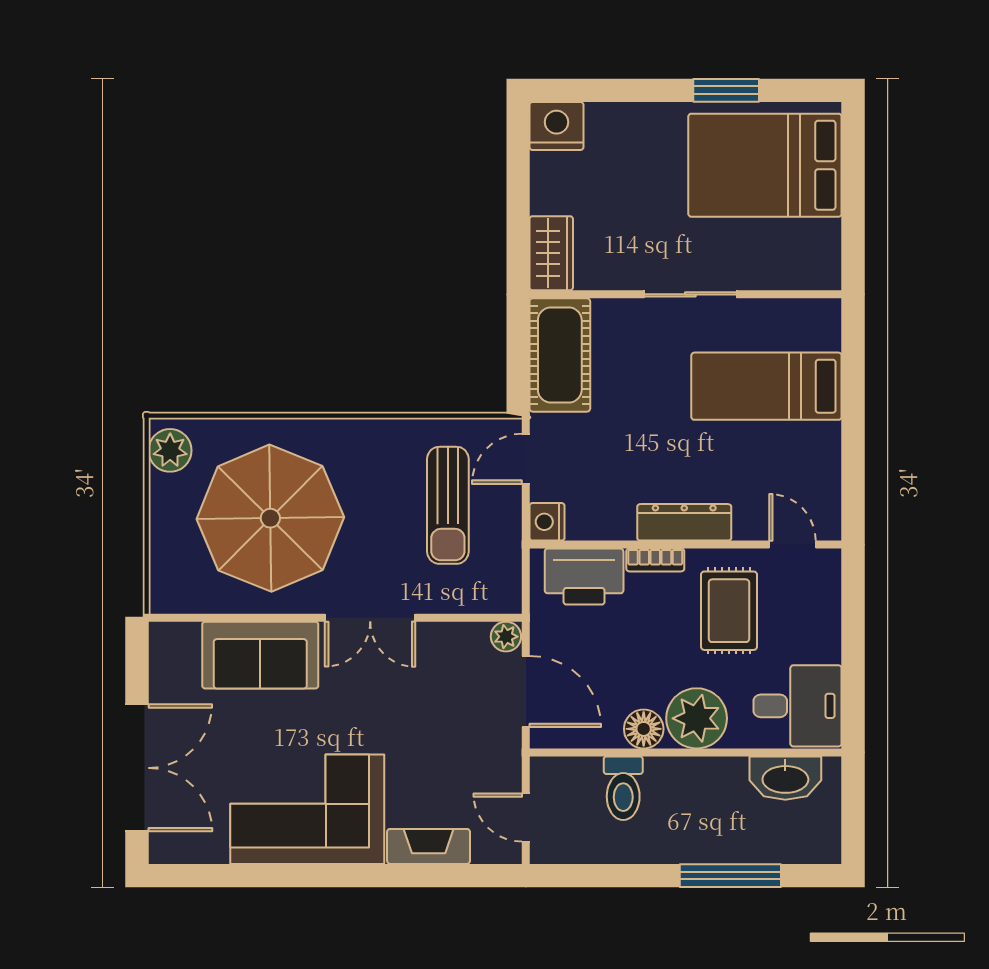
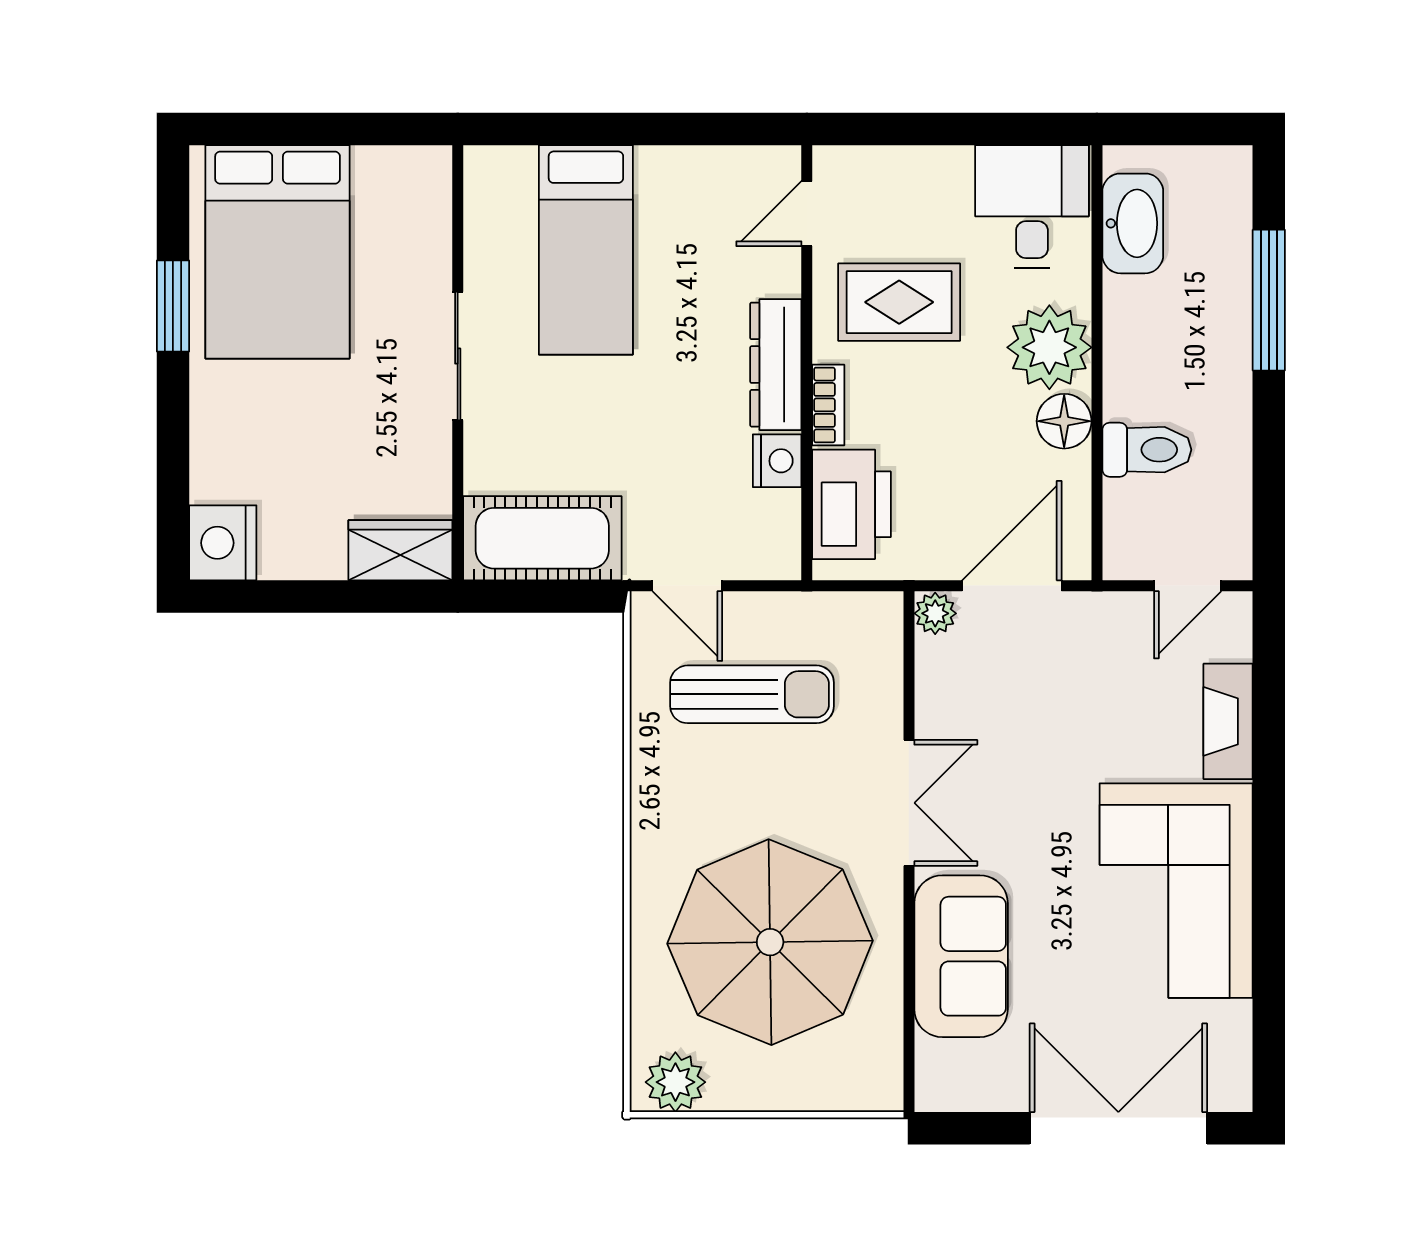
nightstand: (547, 522) -> (777, 461), moved, turned -90

